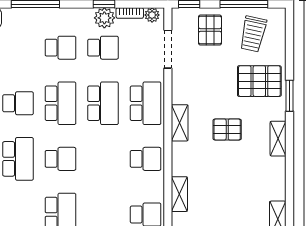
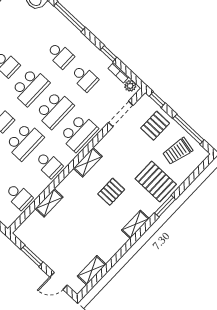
plant: (104, 18) -> (101, 62), removed
pallet: (227, 129) -> (111, 192), turned 90
school desk: (103, 159) -> (25, 142), added

